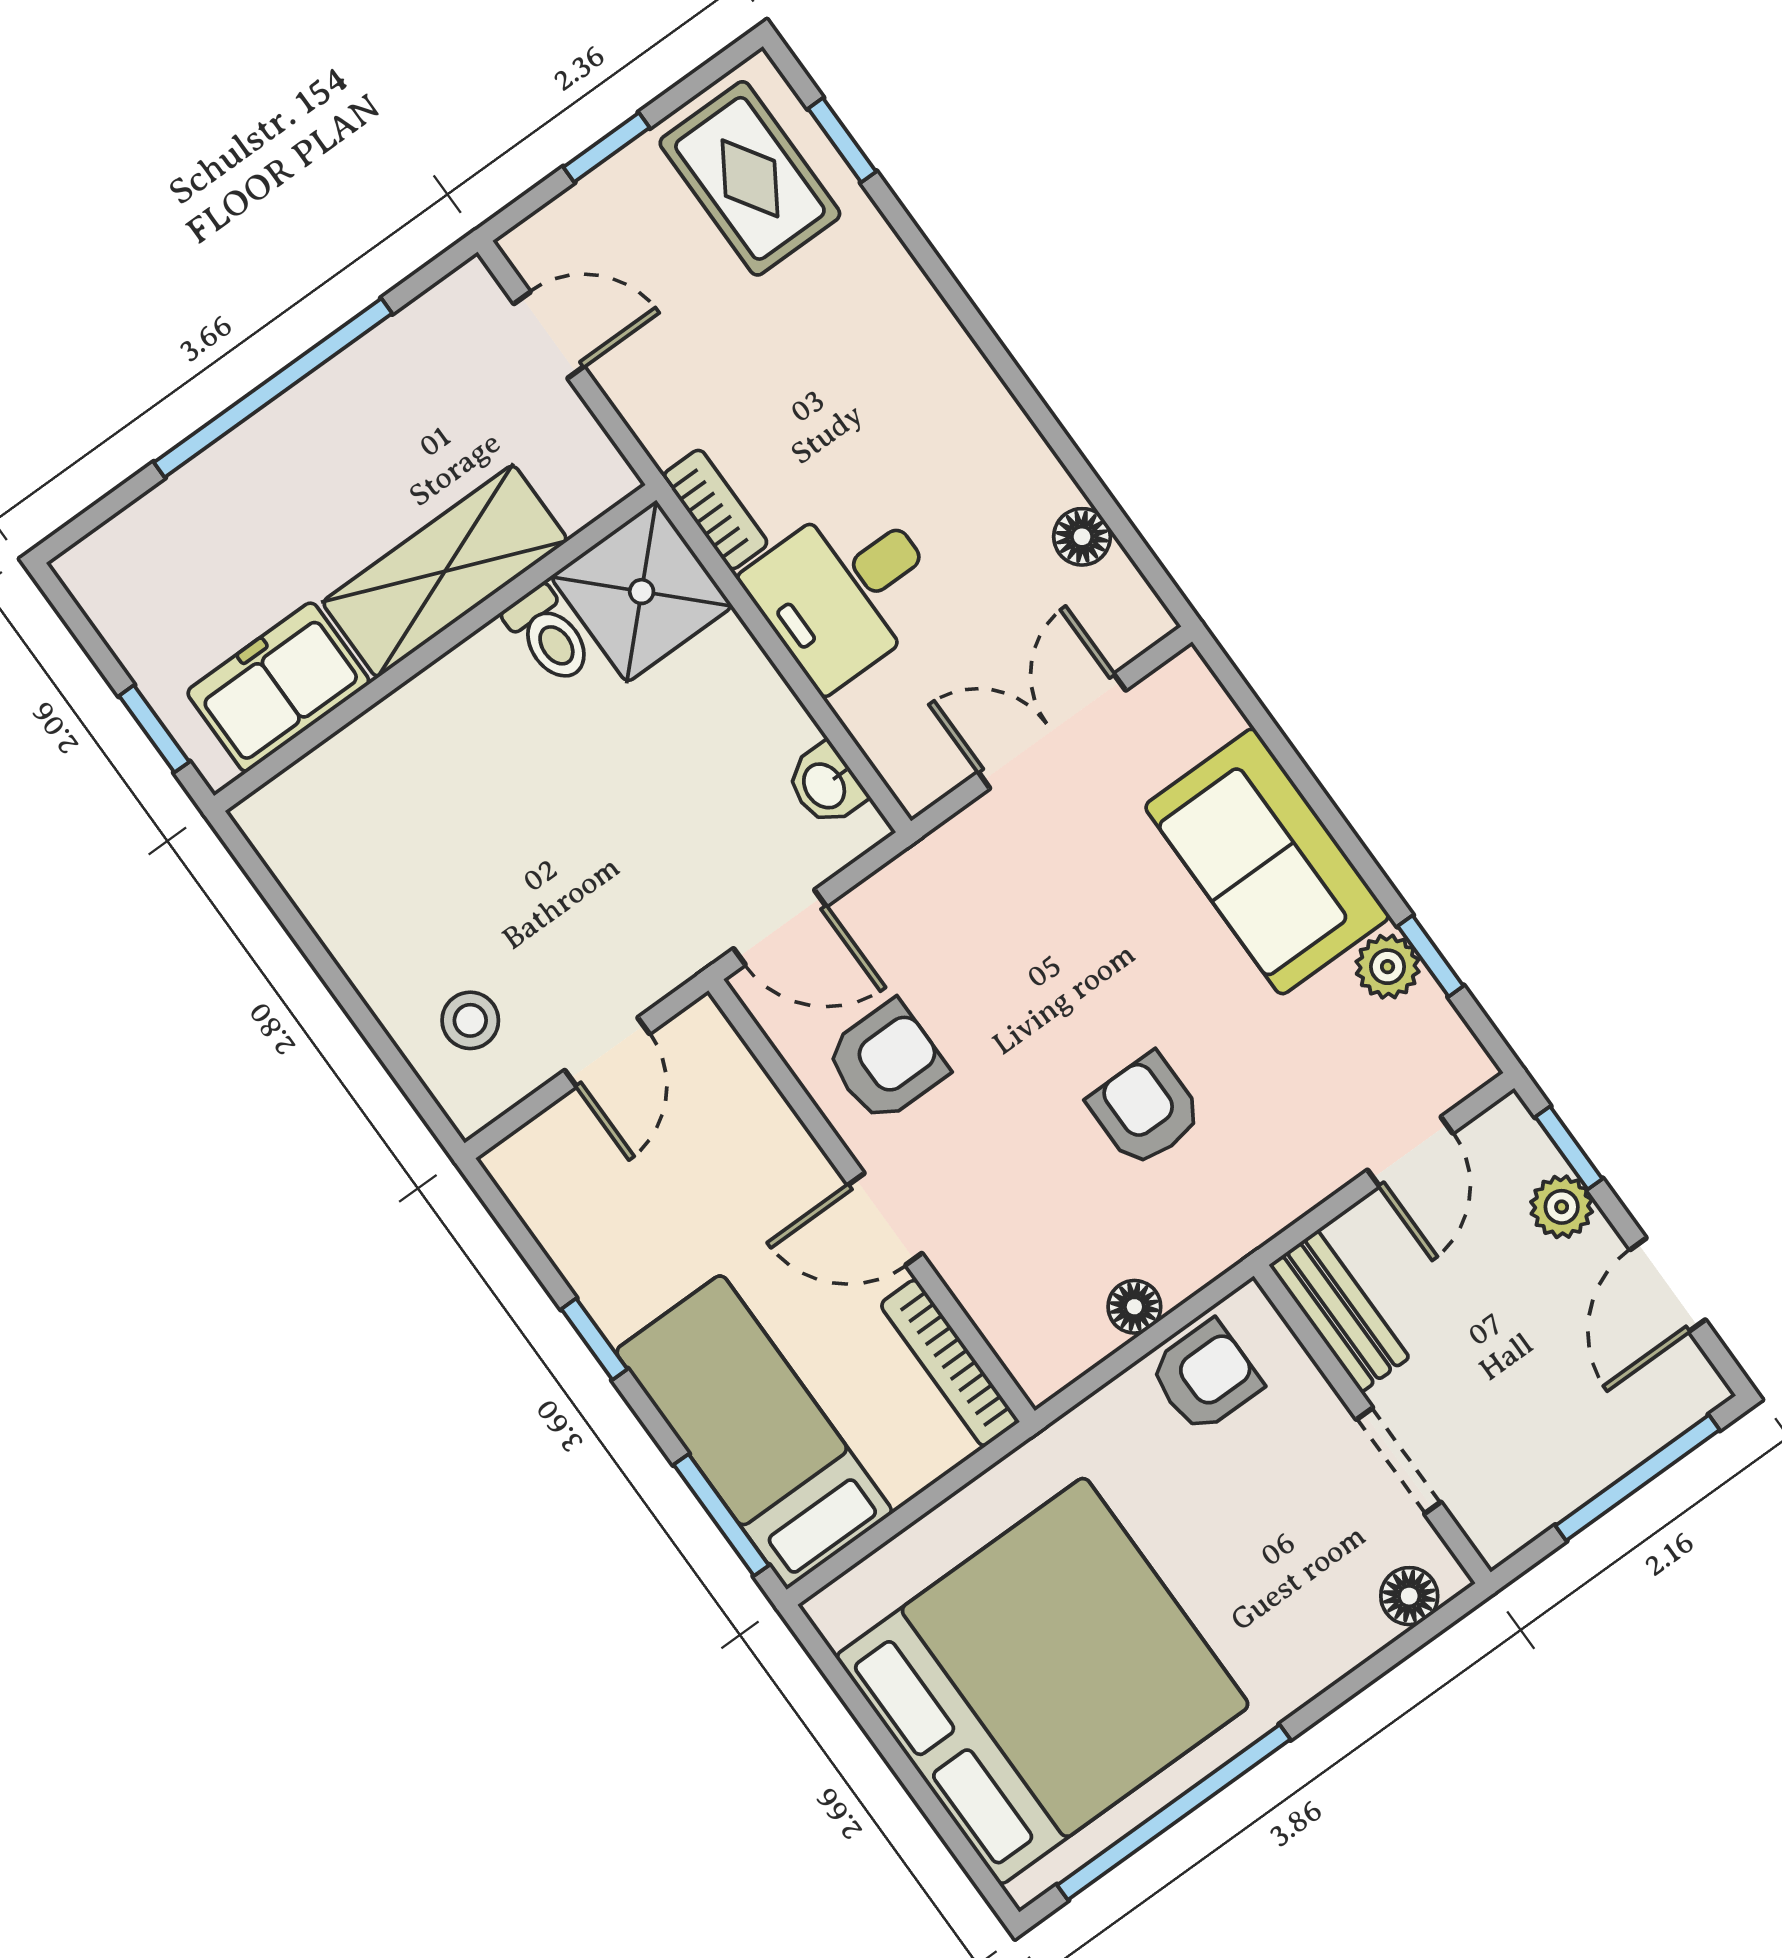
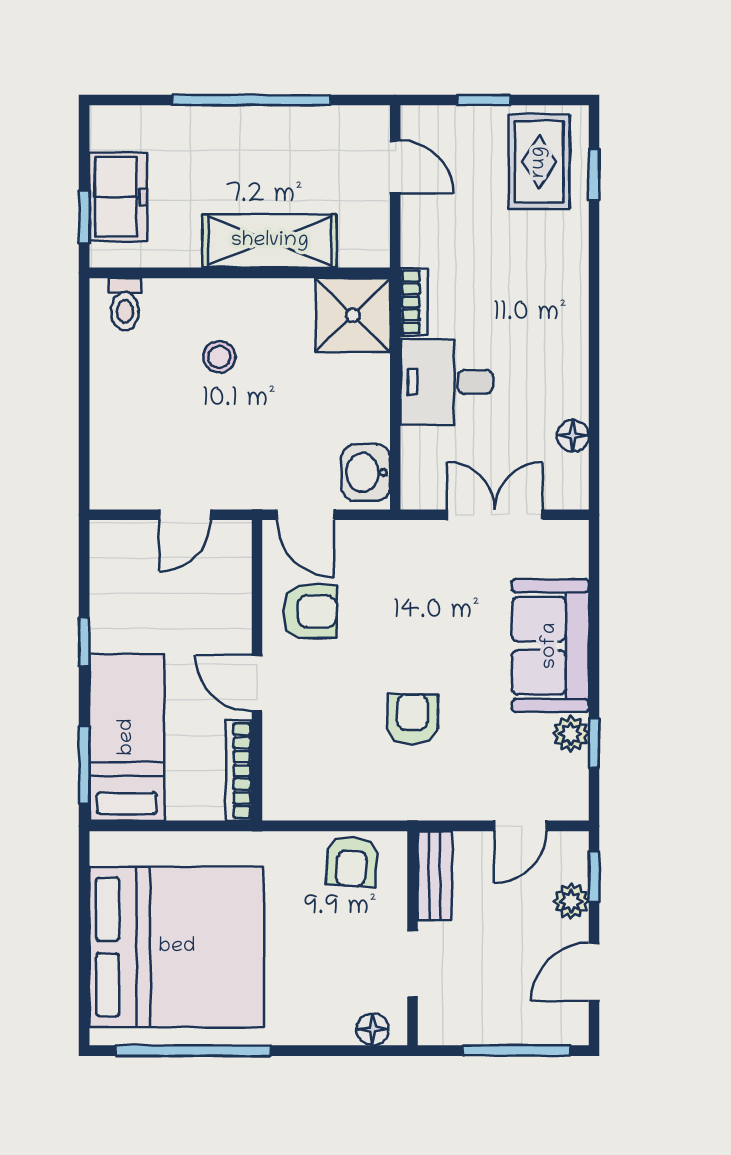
toilet: (549, 635) -> (125, 304), moved
freezer: (278, 687) -> (118, 197), moved, turned 90
washbasin: (826, 785) -> (366, 473), width x1.38, depth x1.45
stool: (470, 1020) -> (219, 357), moved
floor lamp: (1134, 1307) -> (342, 806), removed
armchair: (1205, 1377) -> (352, 861), turned 94

